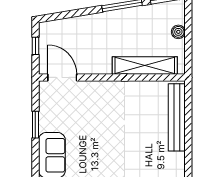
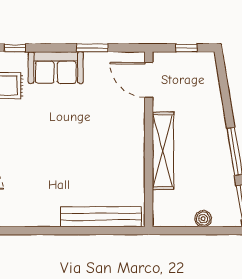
shelving: (145, 66) -> (163, 151), moved
door: (62, 77) -> (149, 80), swing flipped

